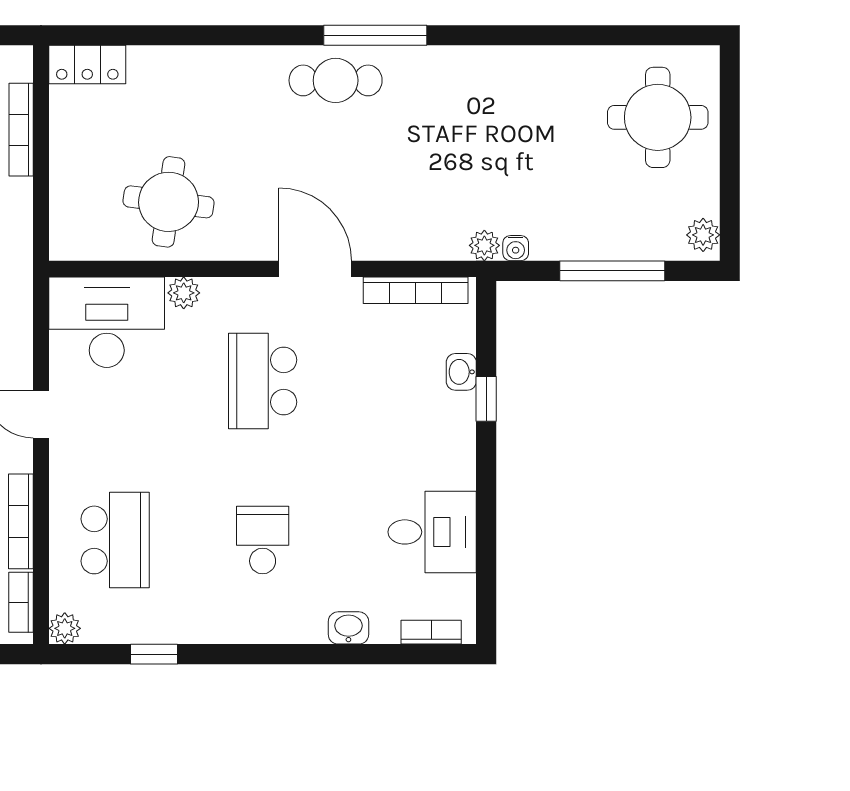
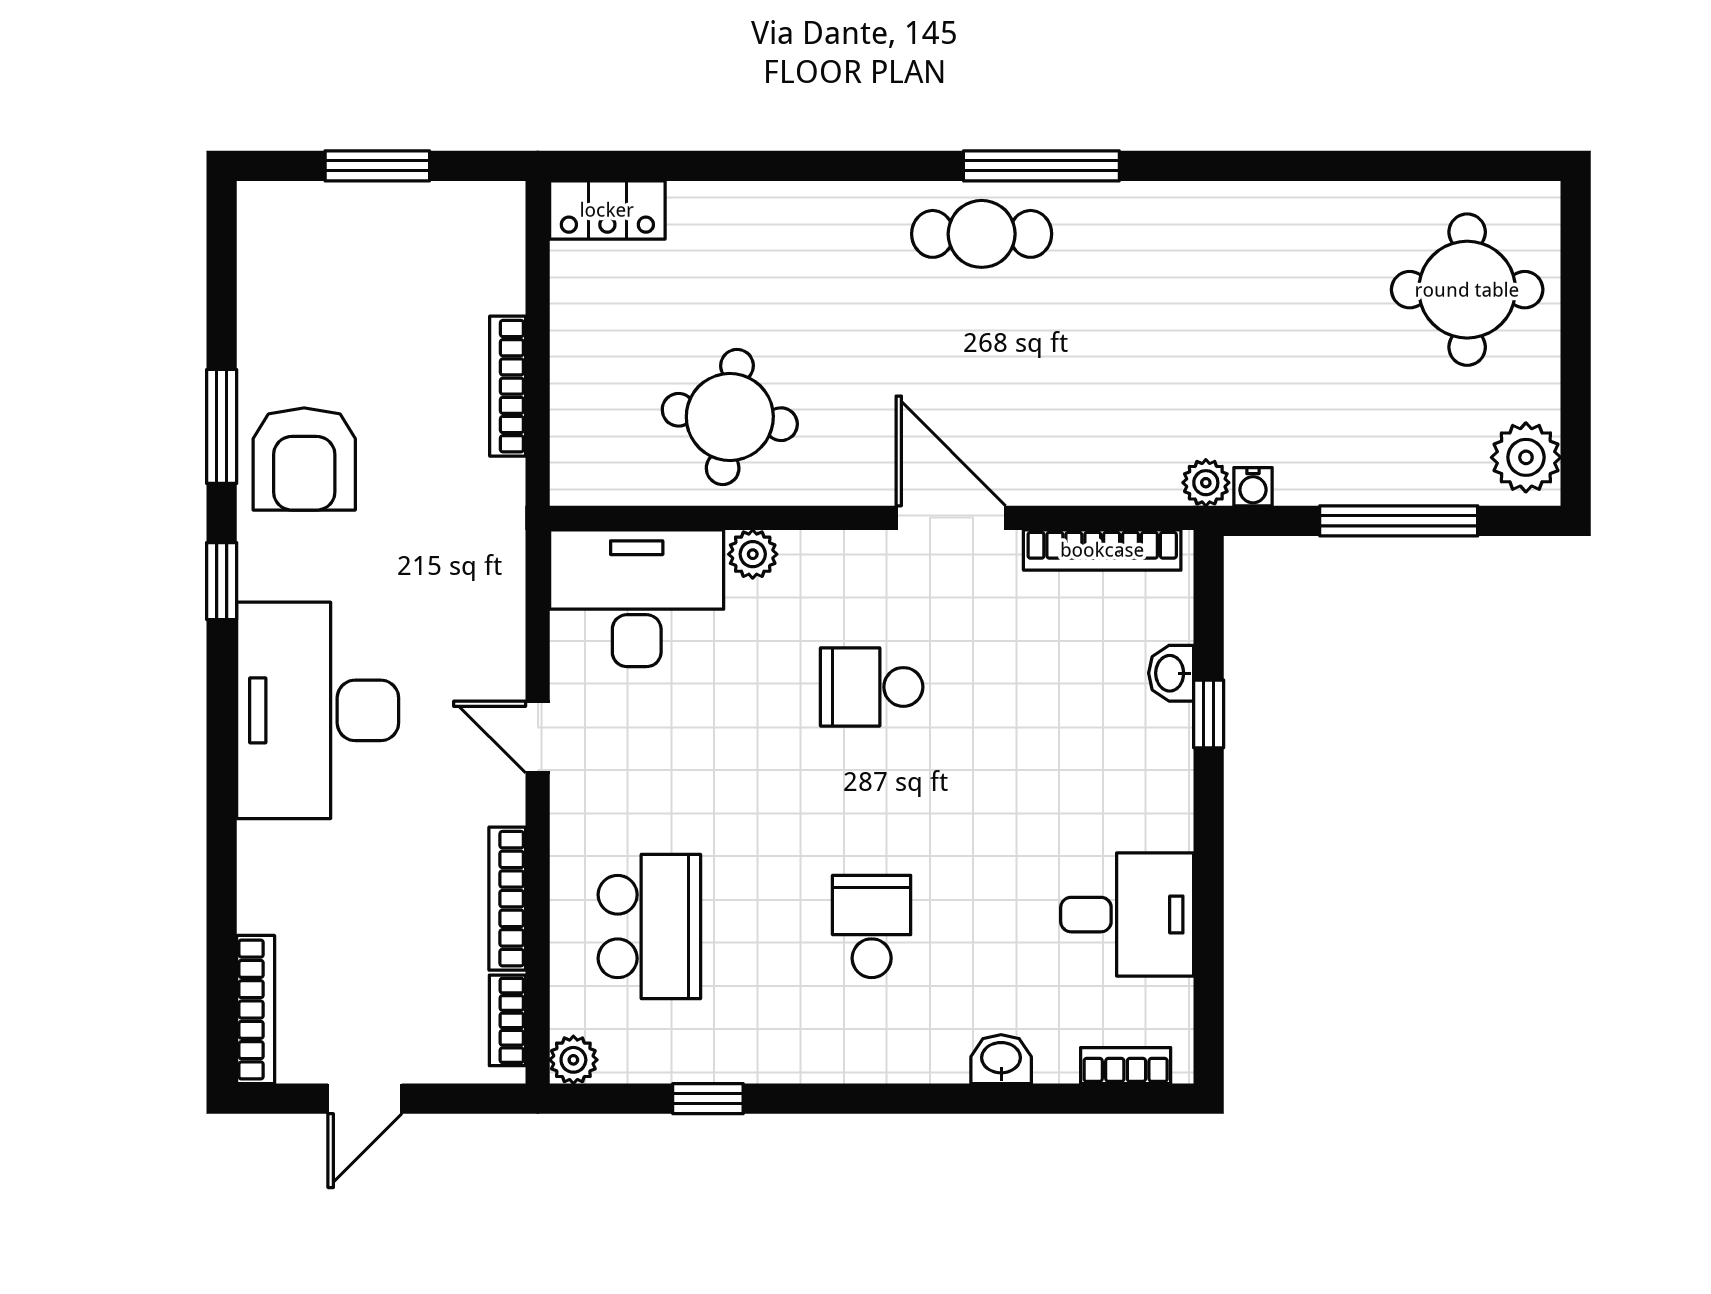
bookcase: (21, 130) -> (508, 386), moved
plant: (703, 235) -> (1526, 457), width x1.38, depth x1.38
school desk: (263, 381) -> (872, 687), width x0.54

